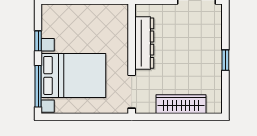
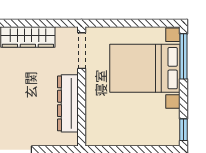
window: (38, 41) -> (183, 130), moved

